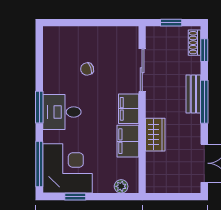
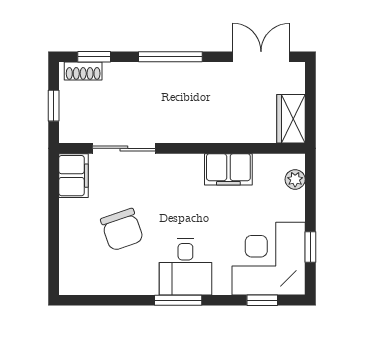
chair: (87, 69) -> (122, 230), width x1.87, depth x1.87
bench: (193, 94) -> (159, 73), removed
filing cabinet: (129, 109) -> (74, 176), moved, turned -90
wardrobe: (155, 135) -> (291, 119), moved, turned -90
window: (39, 164) -> (262, 300), width x0.46

